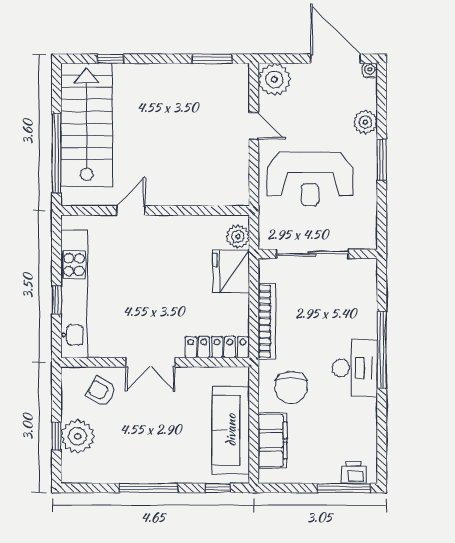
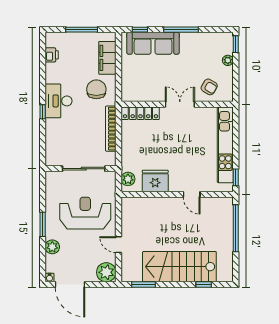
stairs: (87, 125) -> (179, 267), moved, turned 90
door: (131, 211) -> (192, 194), hinge flipped
fridge: (231, 271) -> (155, 181), moved, turned -90
window: (56, 300) -> (236, 177), moved
window: (382, 350) -> (43, 112), width x0.32
sofa: (231, 430) -> (153, 43), moved, turned 90
window: (56, 436) -> (236, 44), moved
plant: (78, 436) -> (228, 60), width x0.53, depth x0.53
printer: (354, 473) -> (52, 55), moved, turned -90
window: (344, 488) -> (82, 30), moved

